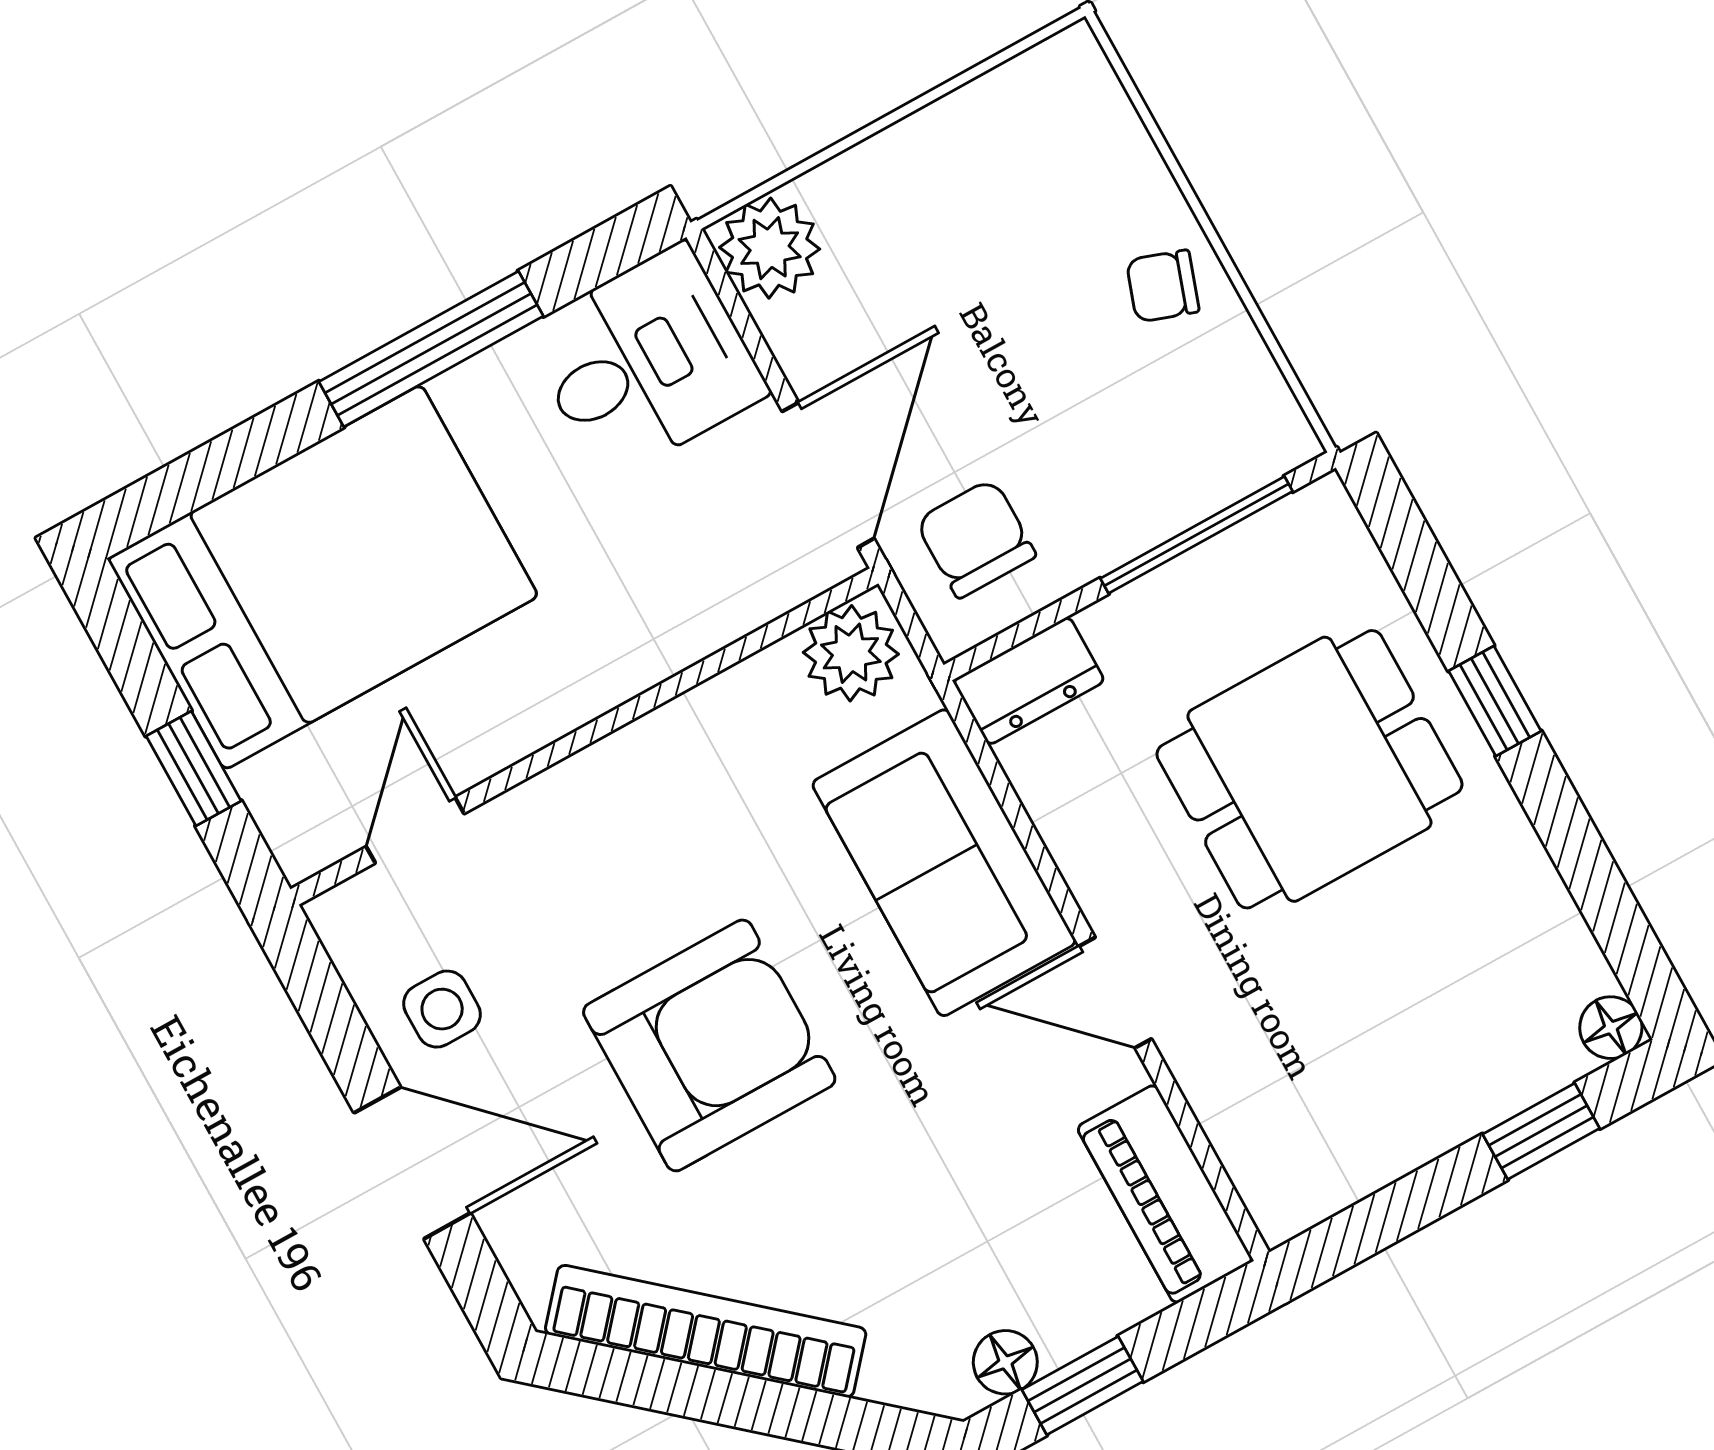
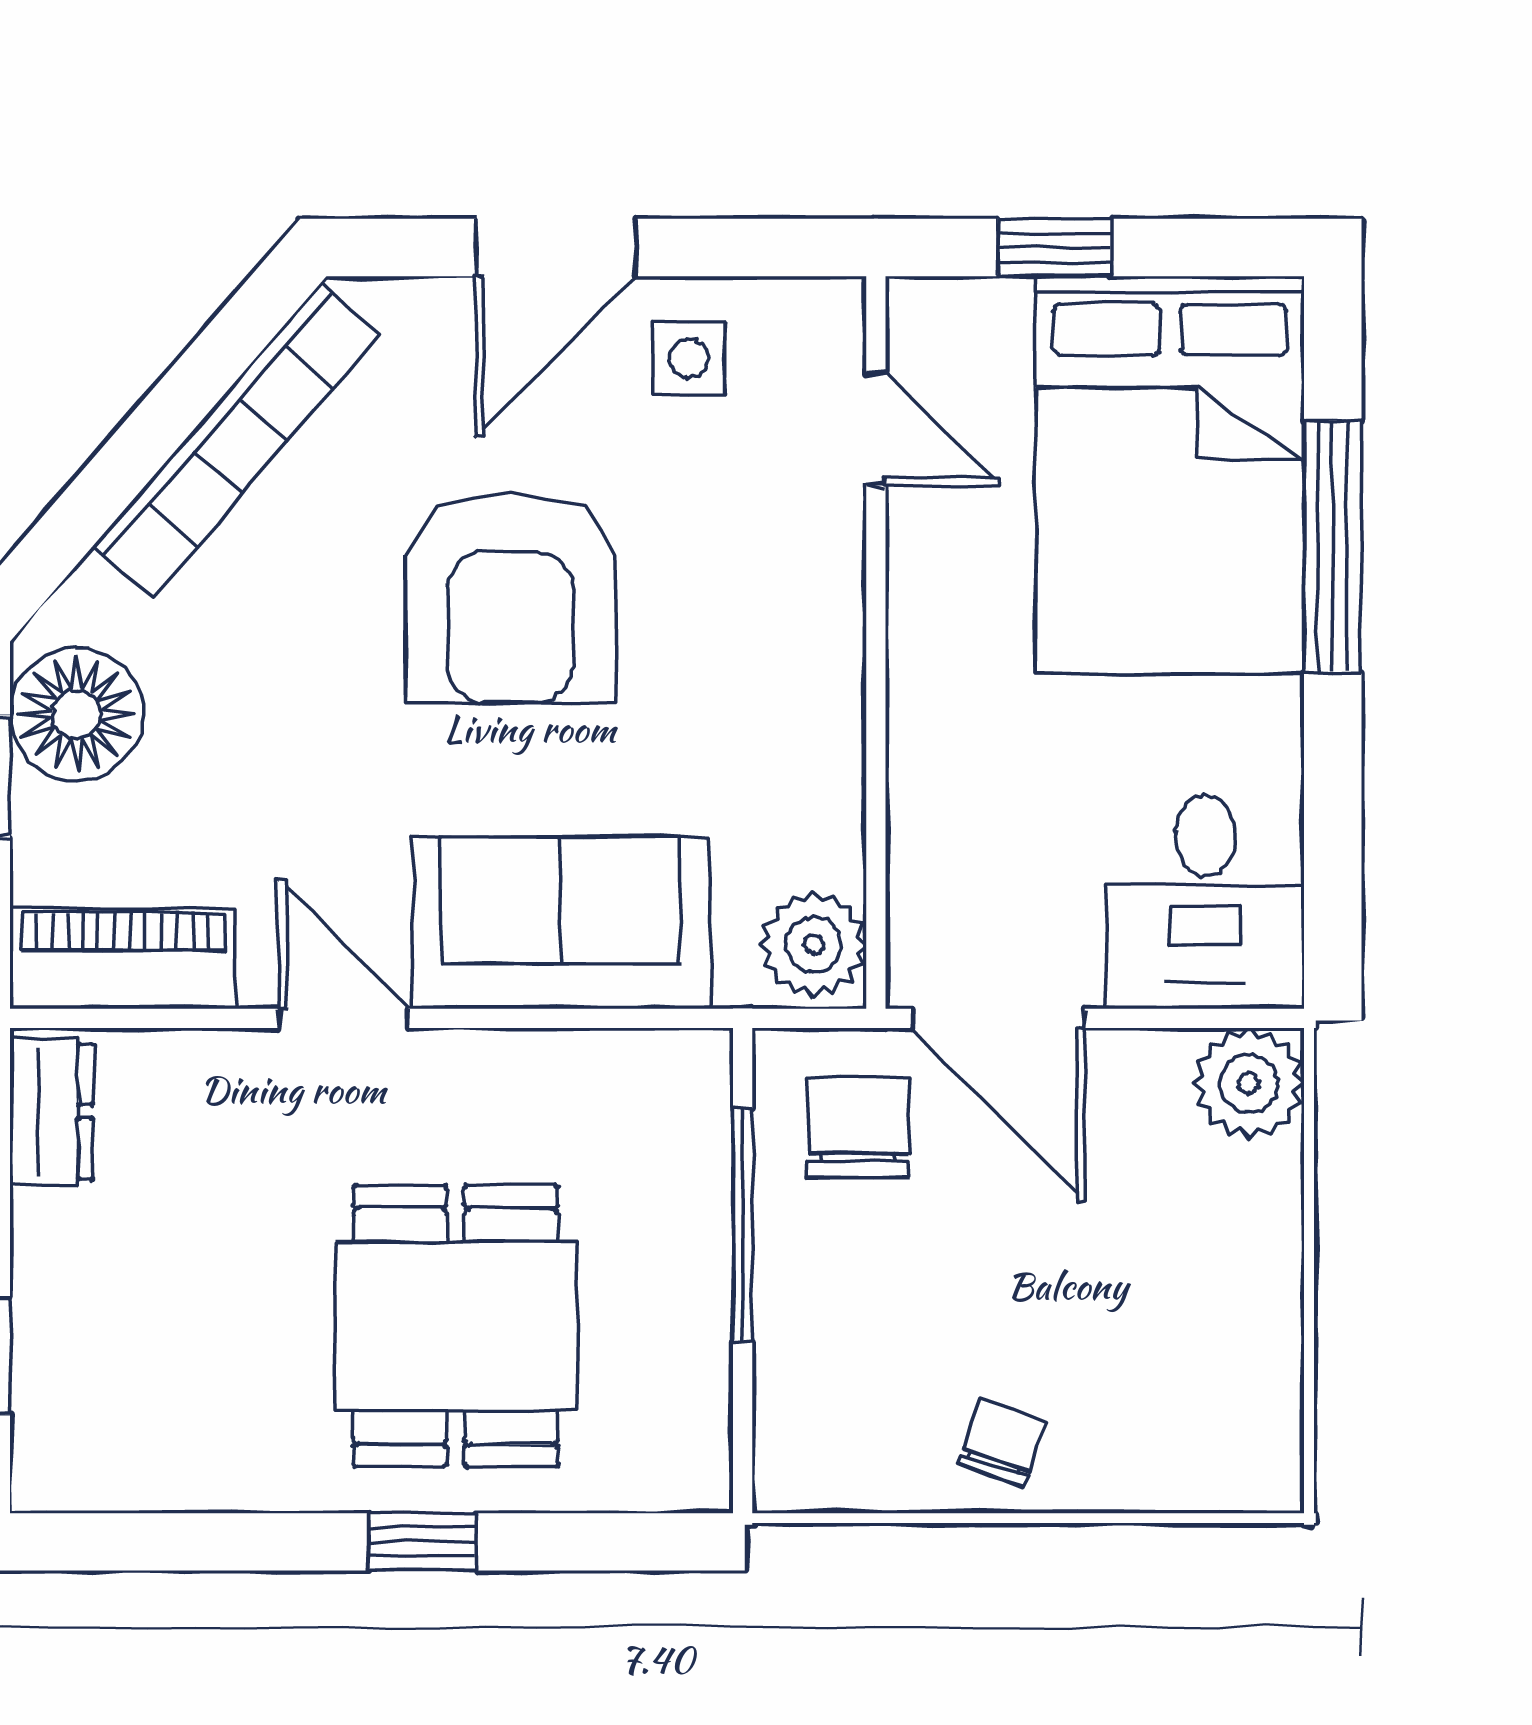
window: (431, 349) -> (1333, 547), moved
window: (1196, 535) -> (743, 1225), moved
chair: (976, 538) -> (858, 1127), turned -90
dresser: (1029, 681) -> (52, 1112), moved, turned 180
door: (1115, 993) -> (344, 1018), hinge flipped
floor lamp: (1611, 1028) -> (44, 1479), removed
floor lamp: (1005, 1362) -> (76, 714), width x1.89, depth x1.89

